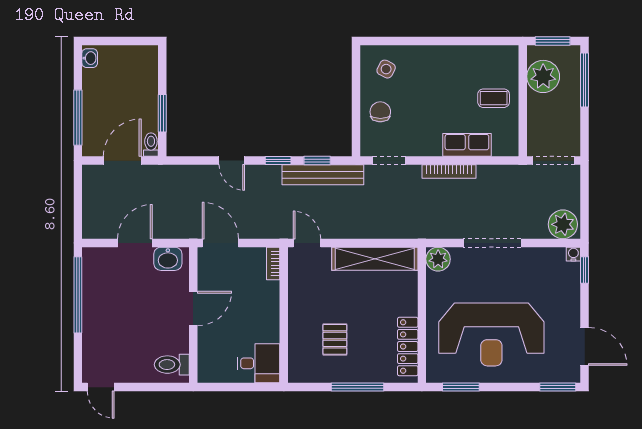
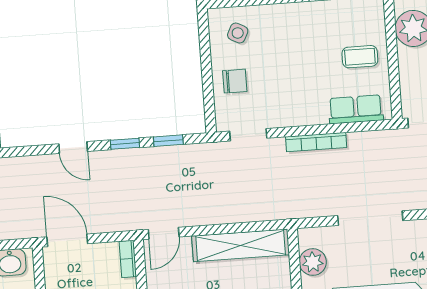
chair: (380, 112) -> (235, 81), turned 90
row of seats: (467, 145) -> (356, 109), moved
bench: (323, 175) -> (176, 156), removed
door: (307, 243) -> (164, 233), swing flipped
plant: (438, 259) -> (313, 262), moved

